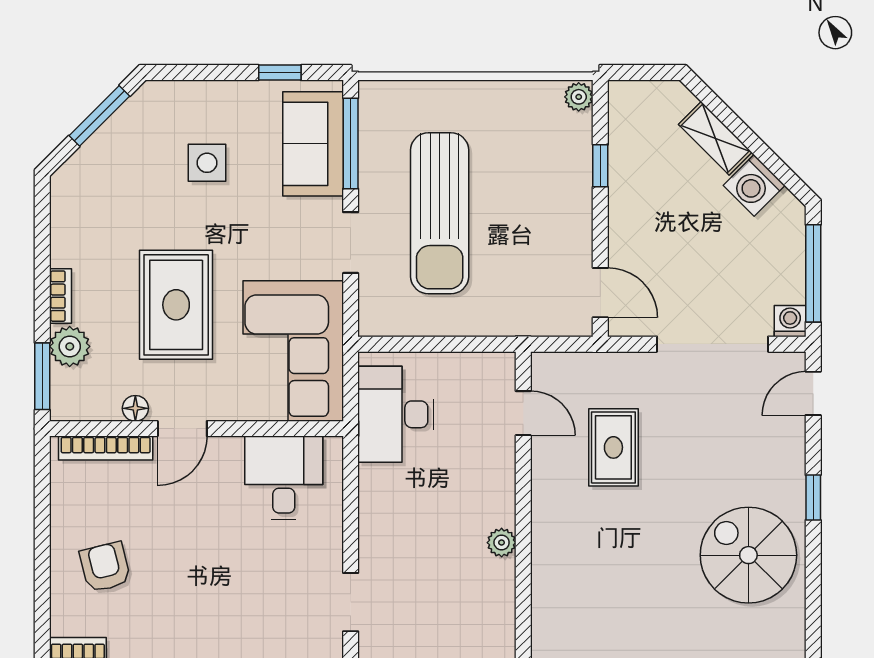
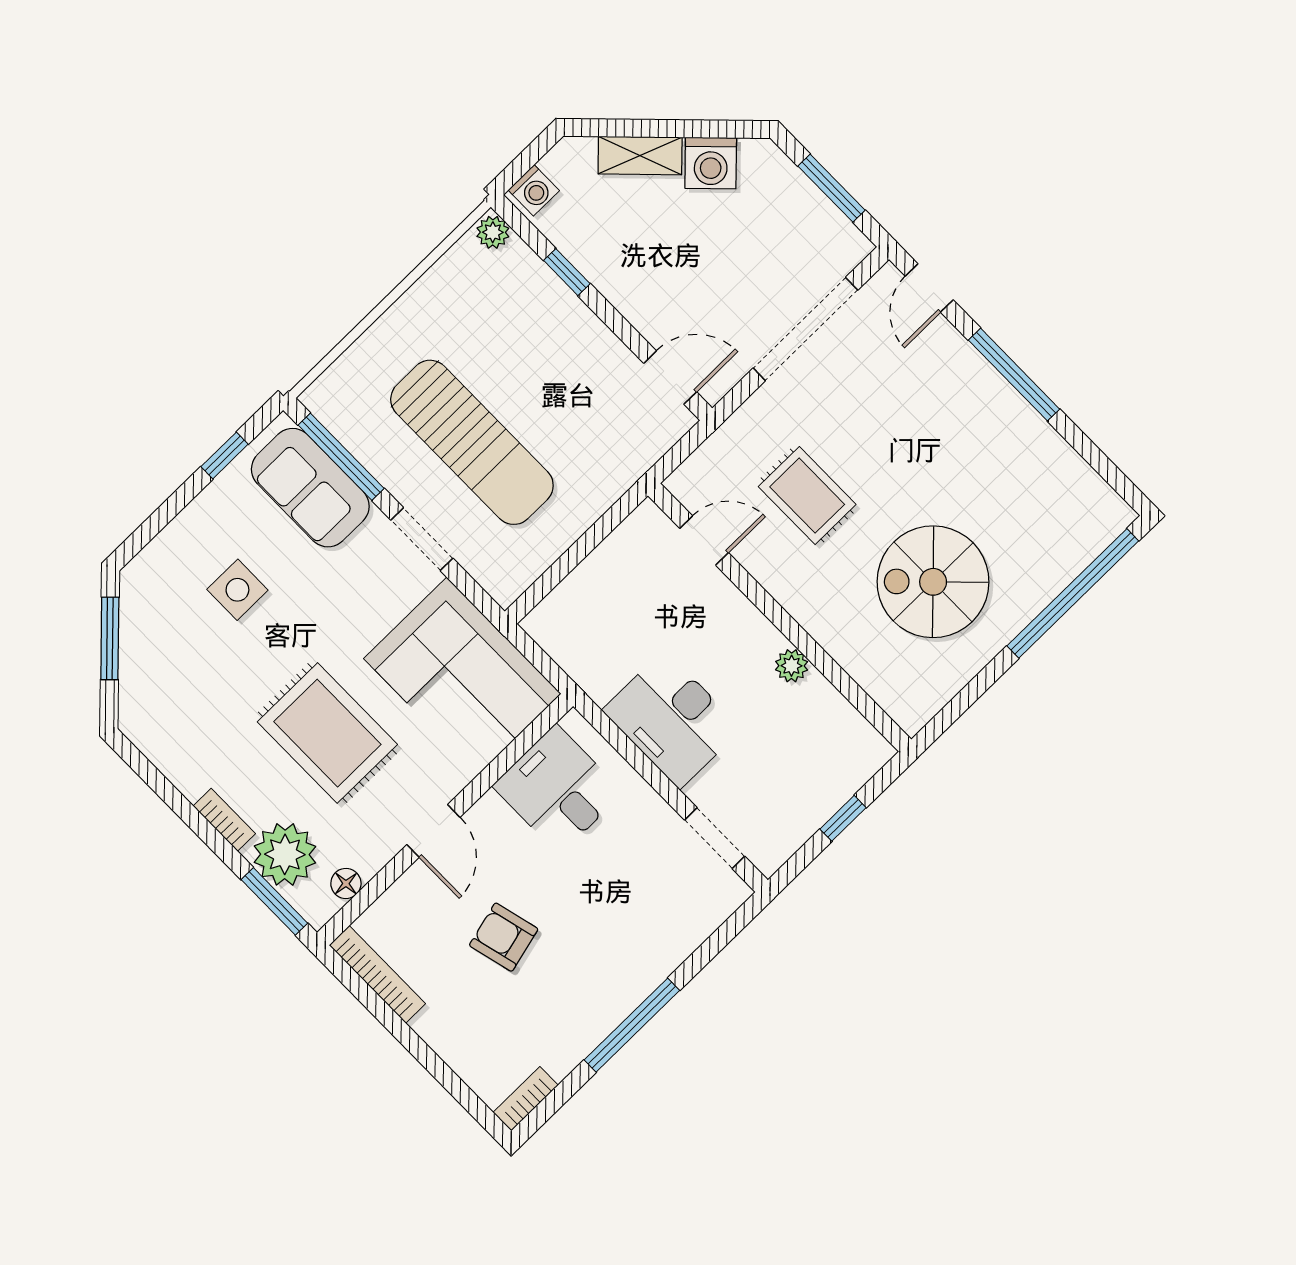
window: (813, 273) -> (831, 188), width x0.69
washing machine: (790, 321) -> (534, 190), moved, turned 180
plant: (70, 346) -> (285, 854), width x1.36, depth x1.36
floor lamp: (135, 408) -> (346, 883), moved
desk: (396, 414) -> (672, 719), moved
bookcase: (106, 448) -> (377, 974), moved, turned -90
window: (813, 498) -> (1014, 375), width x2.17
spiral stairs: (748, 555) -> (933, 582), moved
armchair: (105, 567) -> (504, 937), moved

